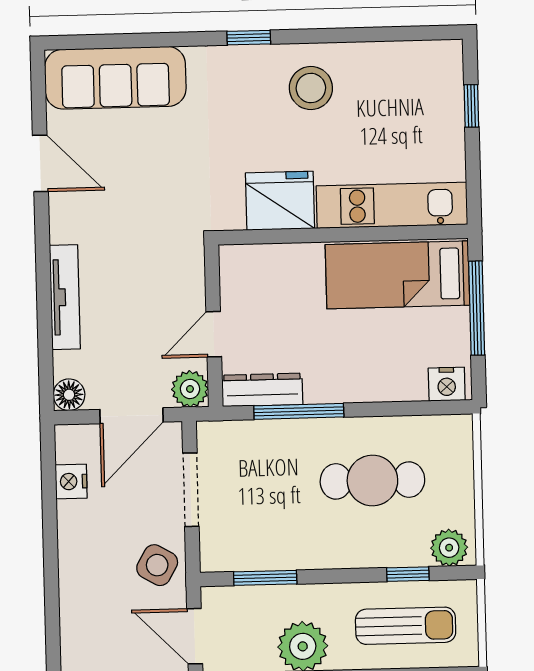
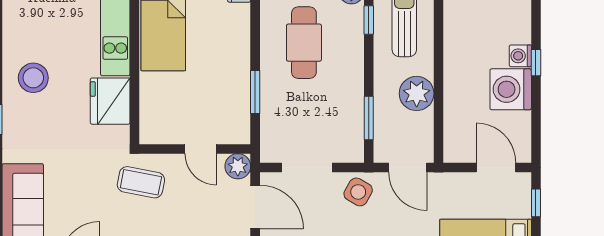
coffee table: (163, 249) -> (141, 182), added
dresser: (262, 390) -> (240, 117), removed
window: (299, 411) -> (255, 92), width x0.69
door: (195, 636) -> (408, 167), hinge flipped

